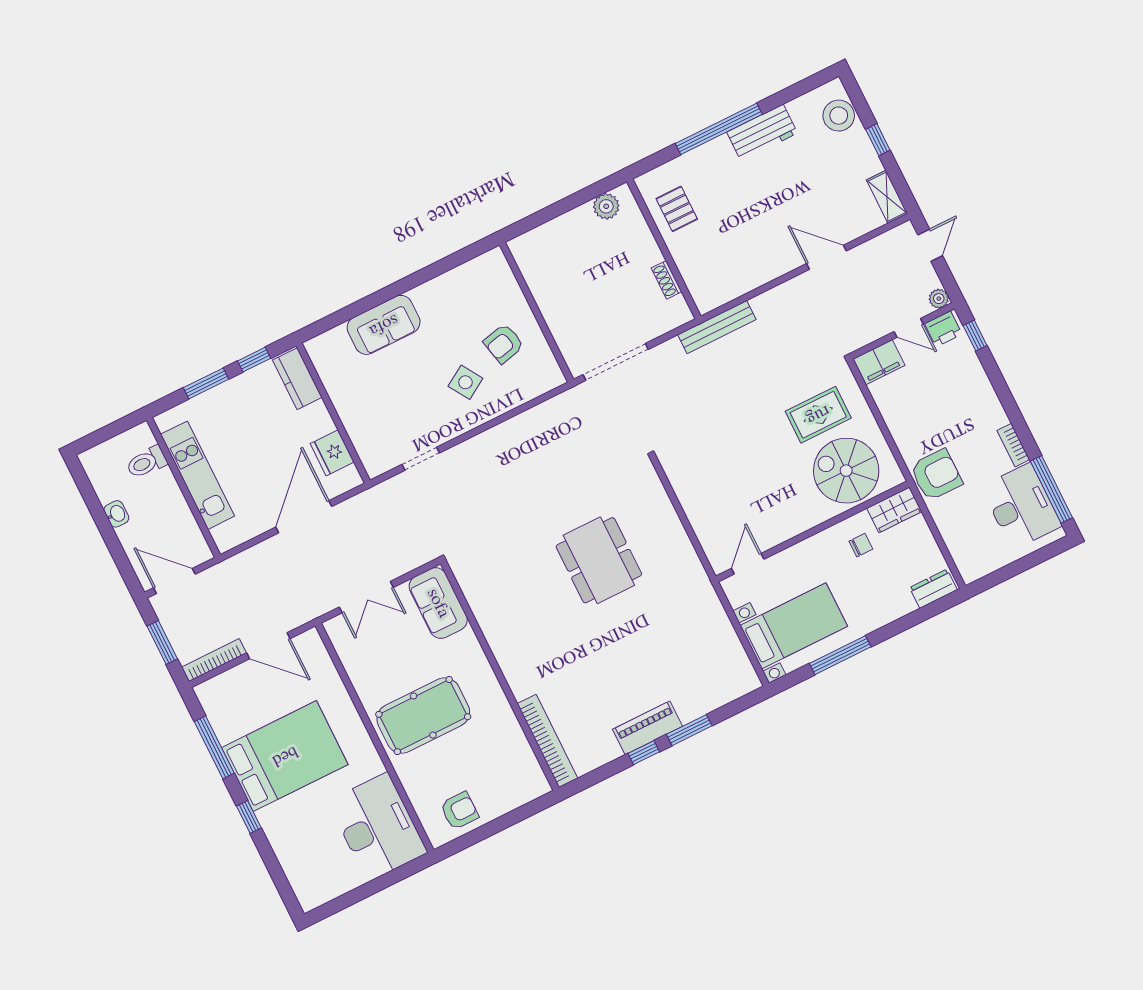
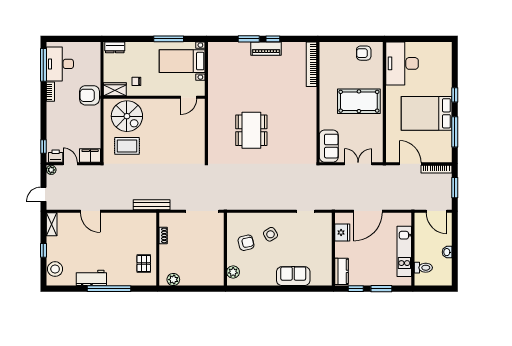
plant: (501, 276) -> (233, 272), added

